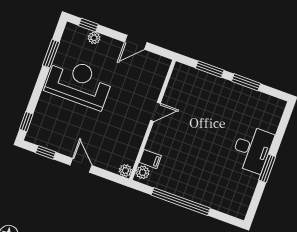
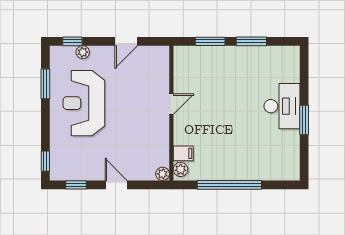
reception desk: (79, 83) -> (84, 103), turned -90

